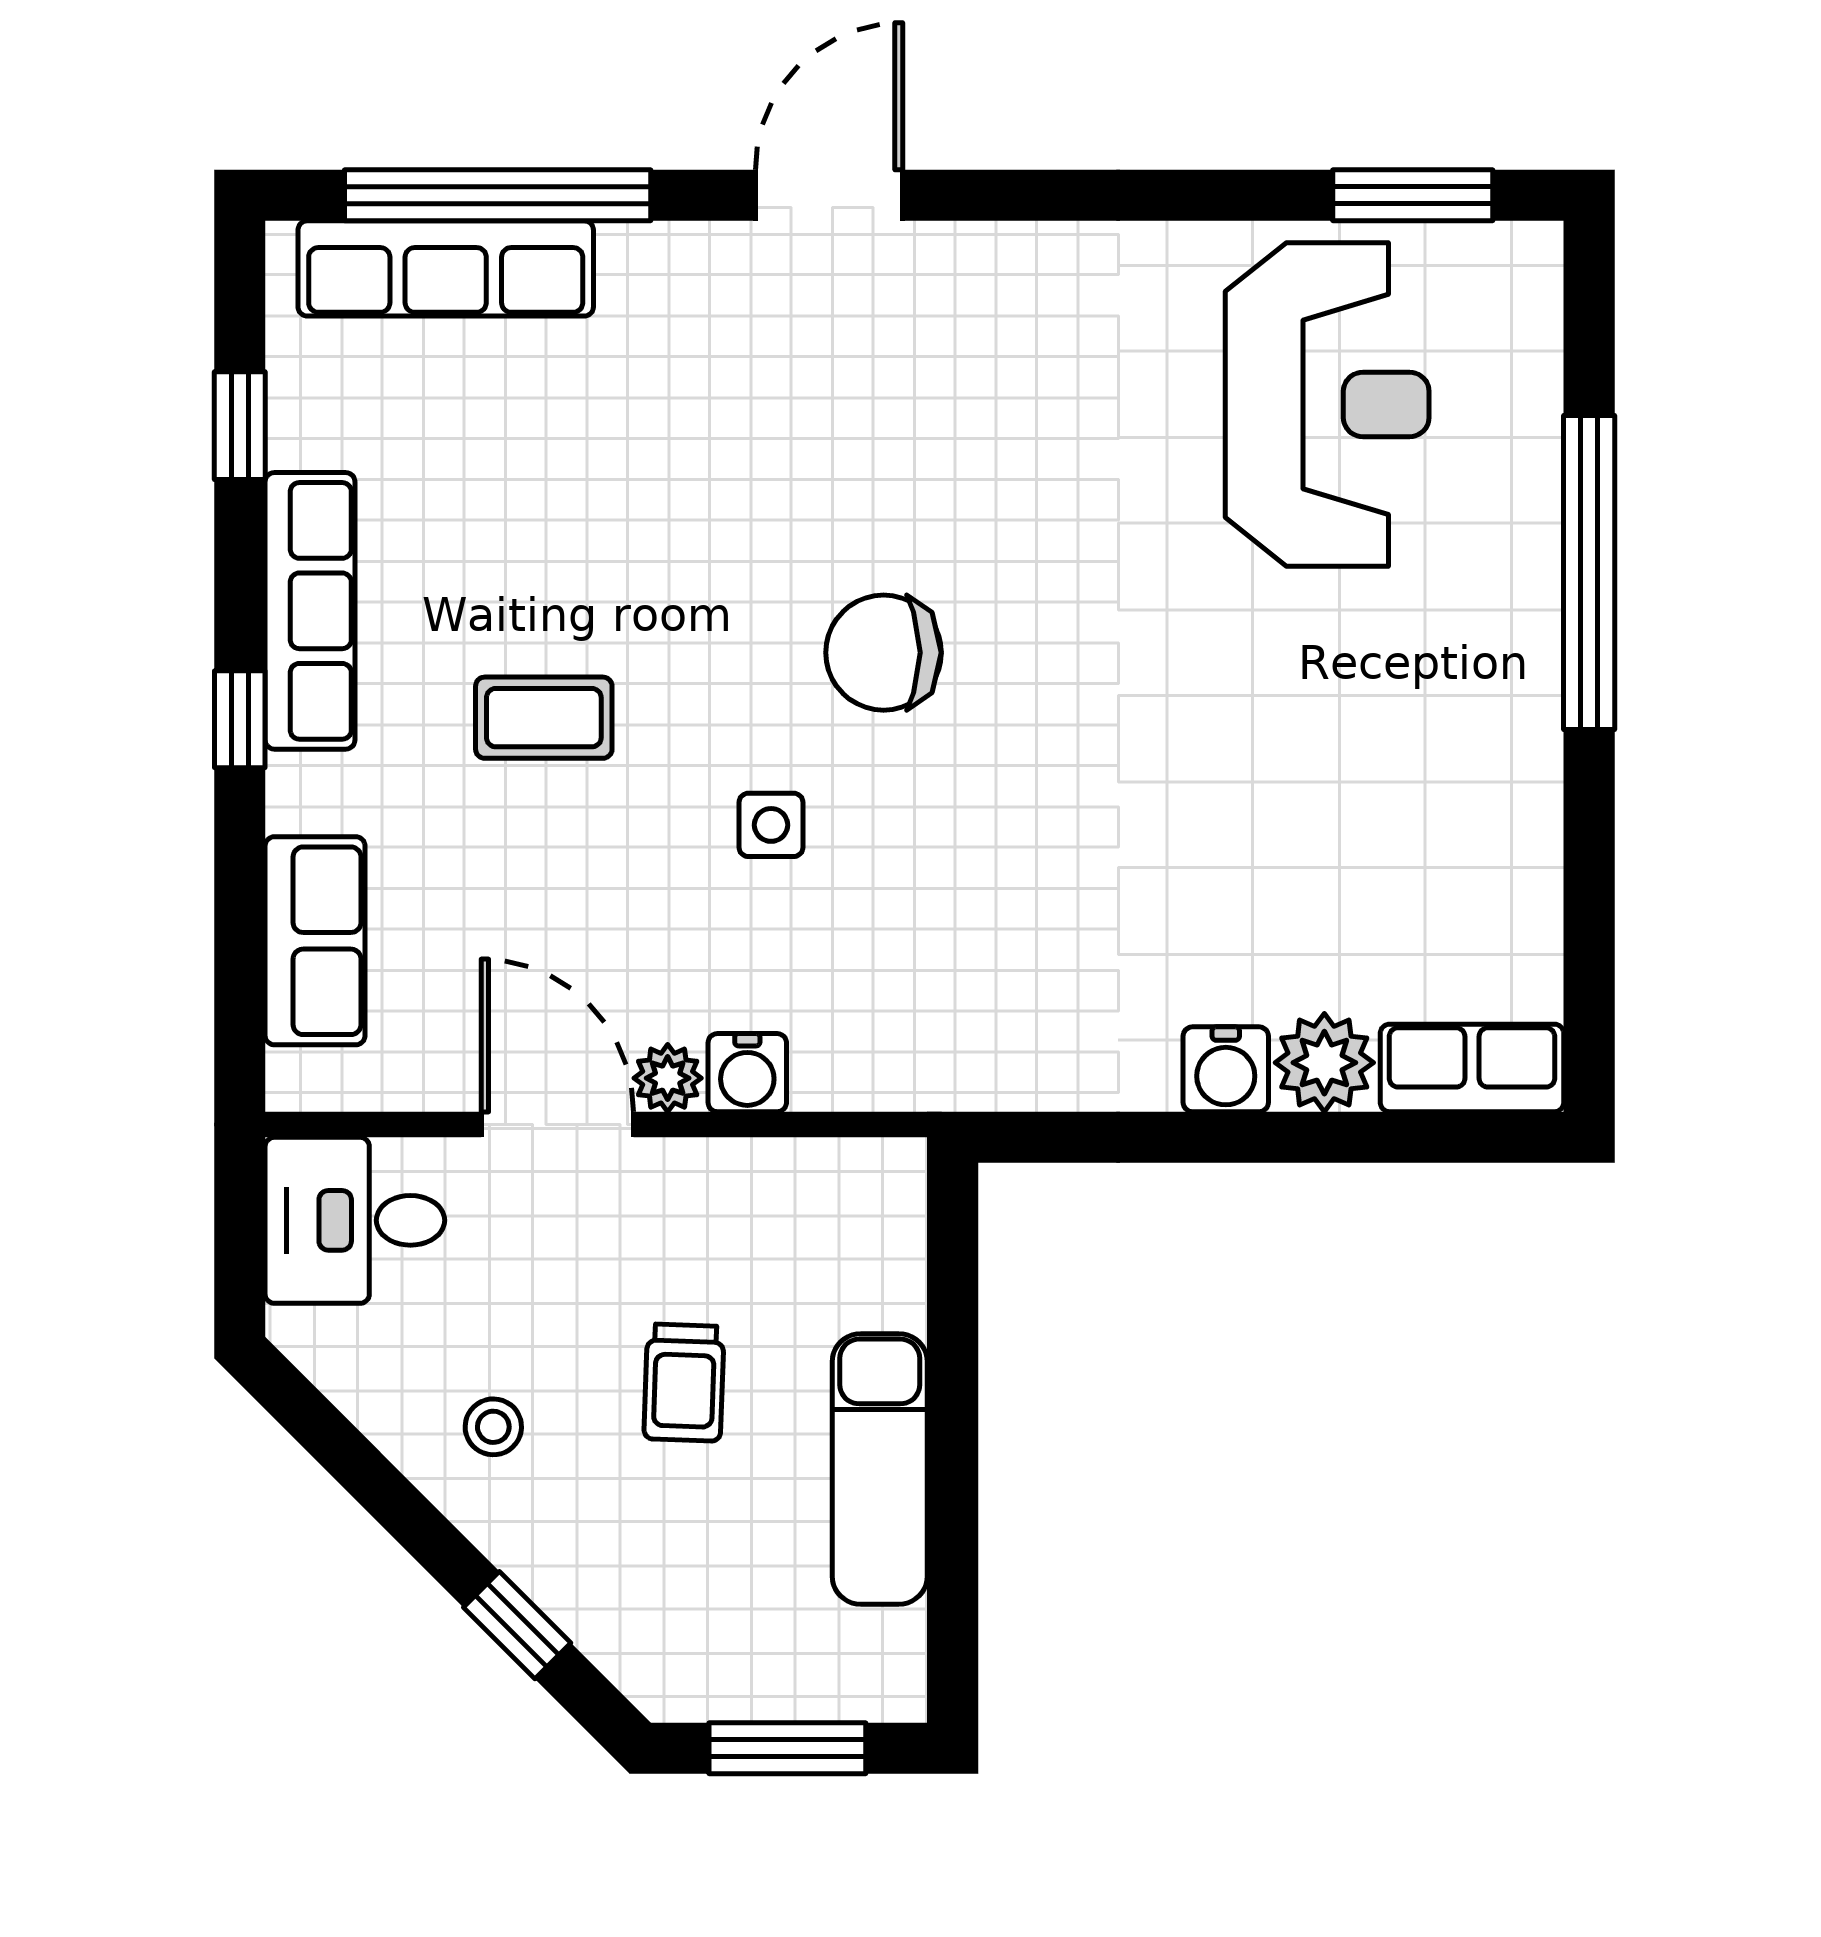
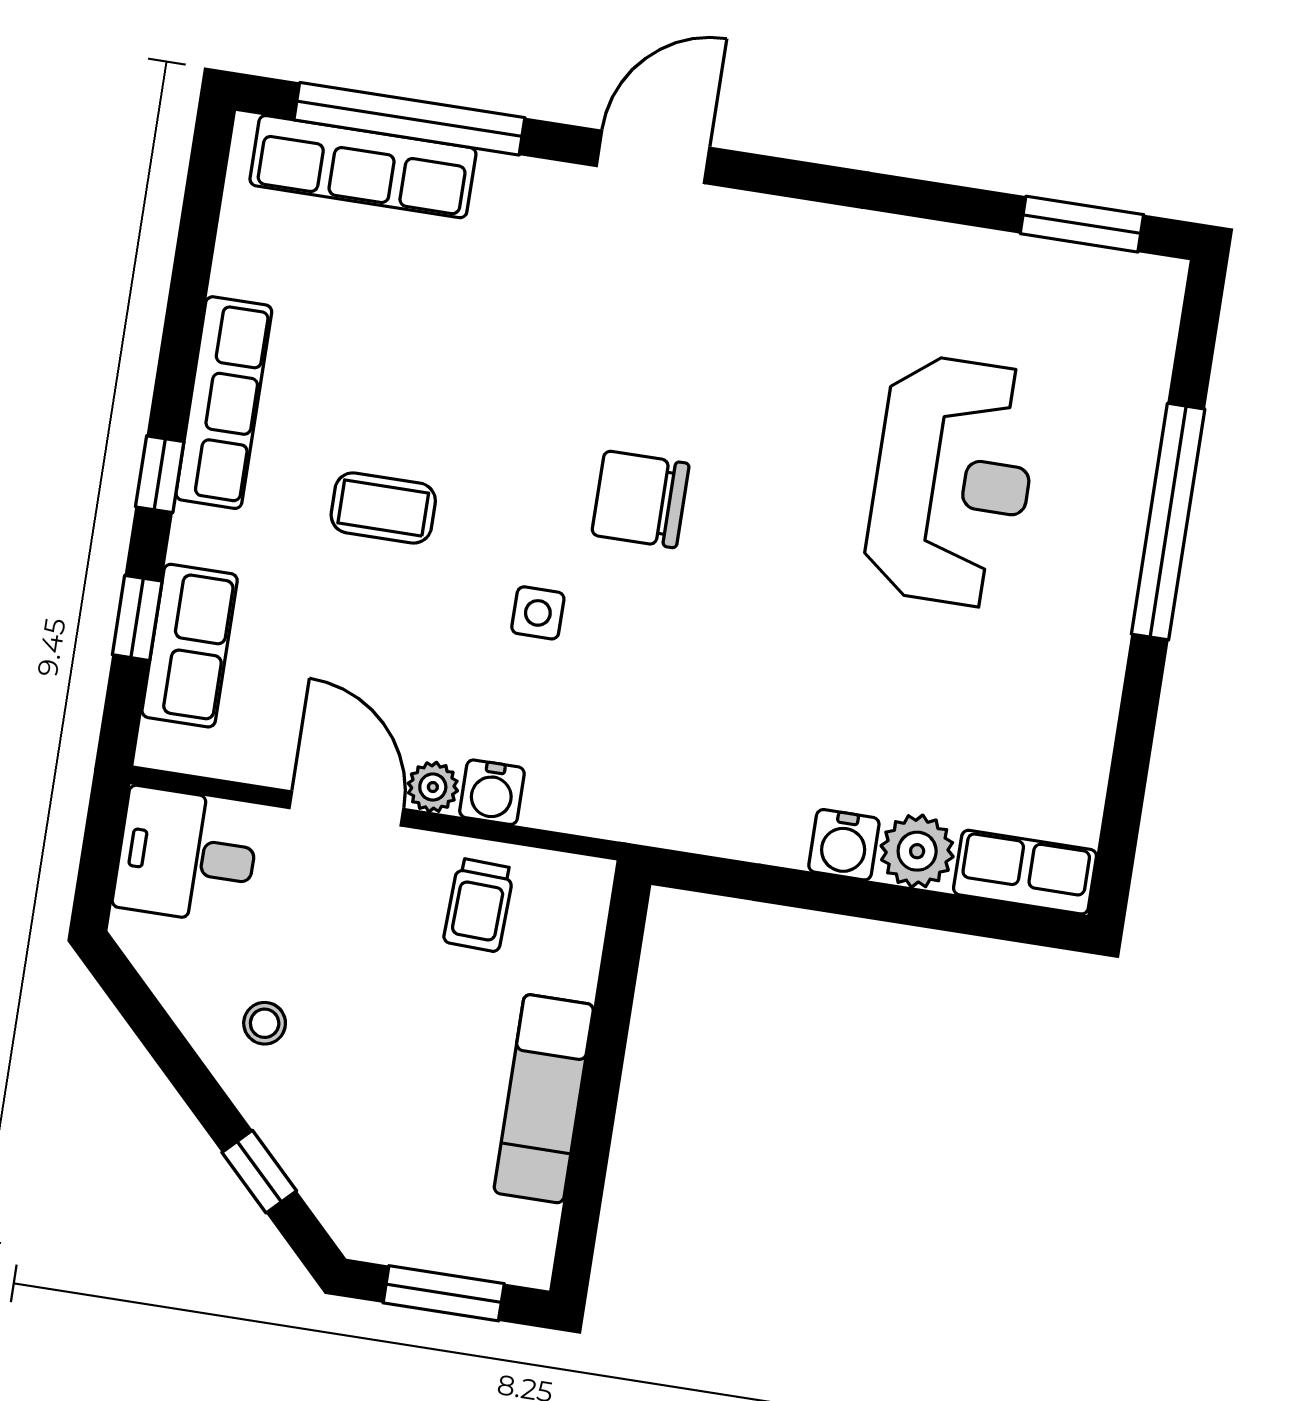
reception desk: (1327, 404) -> (952, 481), moved
window: (240, 426) -> (137, 618), moved
trolley: (684, 1383) -> (479, 905), moved

